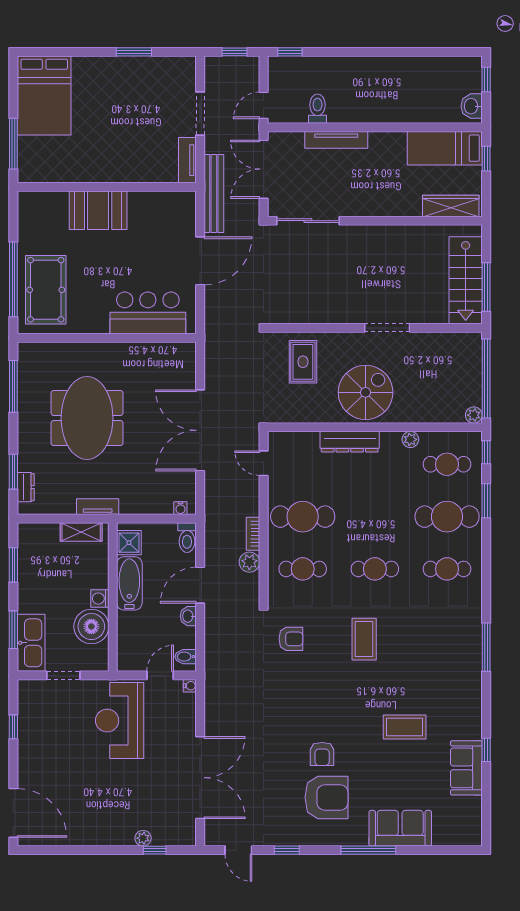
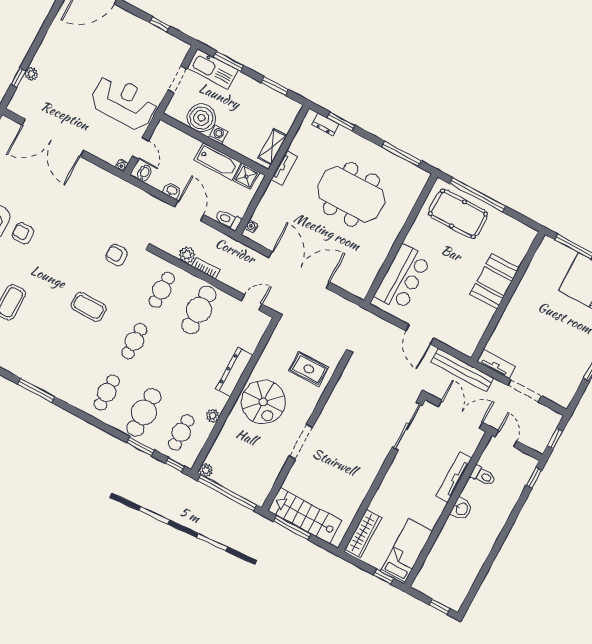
washbasin: (472, 106) -> (461, 509), moved, turned 90
door: (200, 261) -> (420, 334), width x0.73
armchair: (291, 639) -> (117, 255), turned 90

